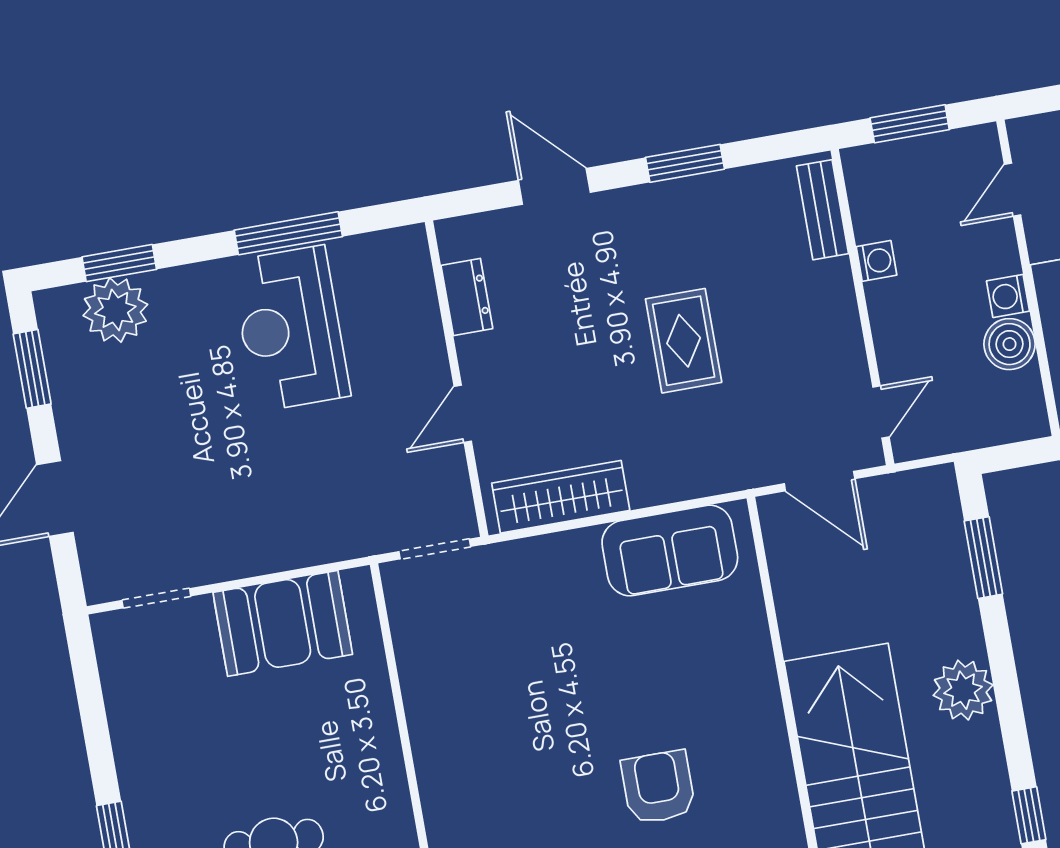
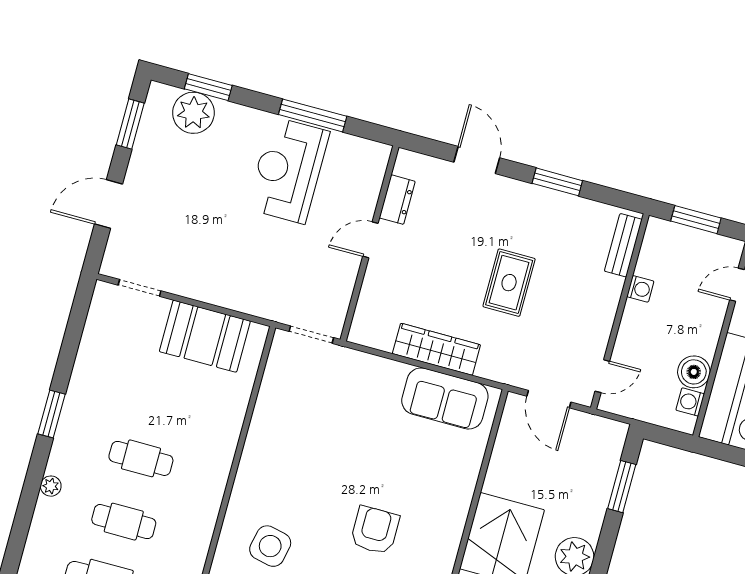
washing machine: (1008, 296) -> (690, 402), moved
door: (463, 414) -> (370, 240), moved
wardrobe: (561, 497) -> (436, 349), moved

